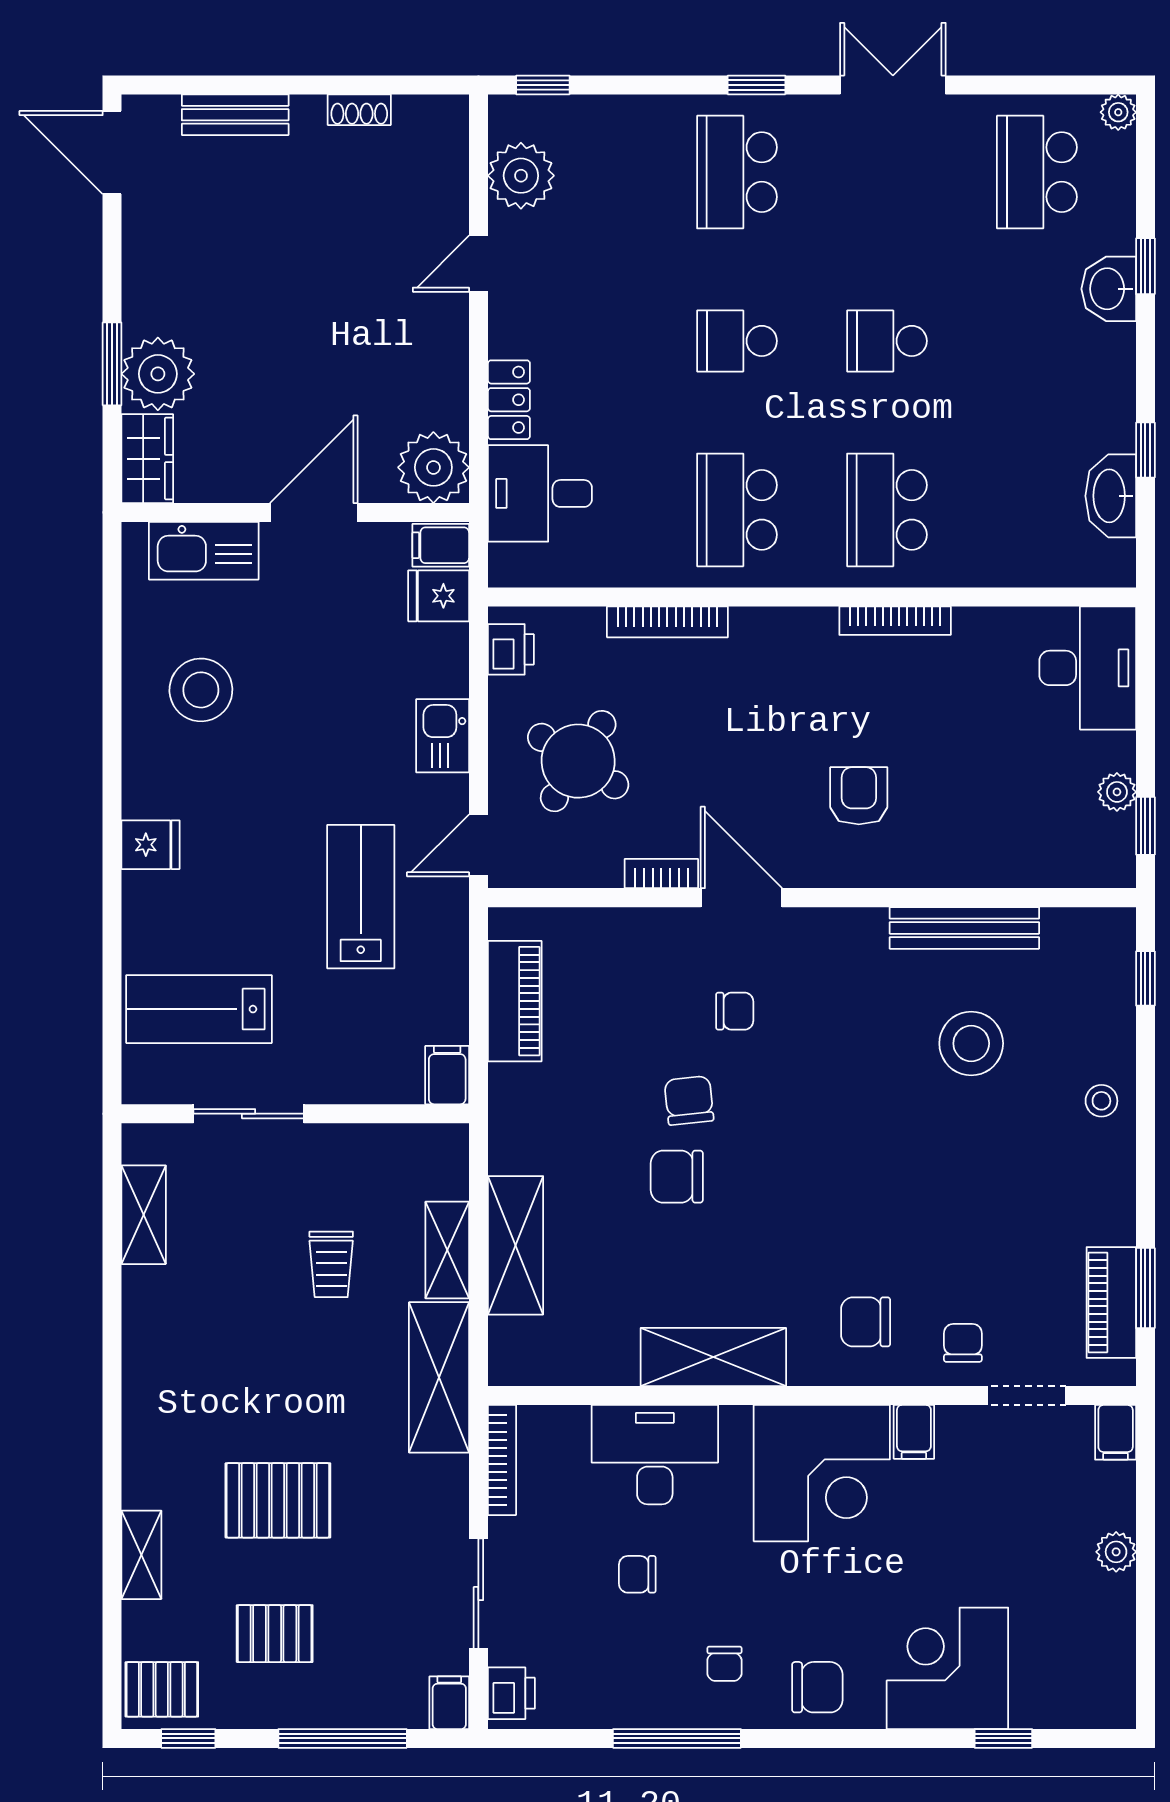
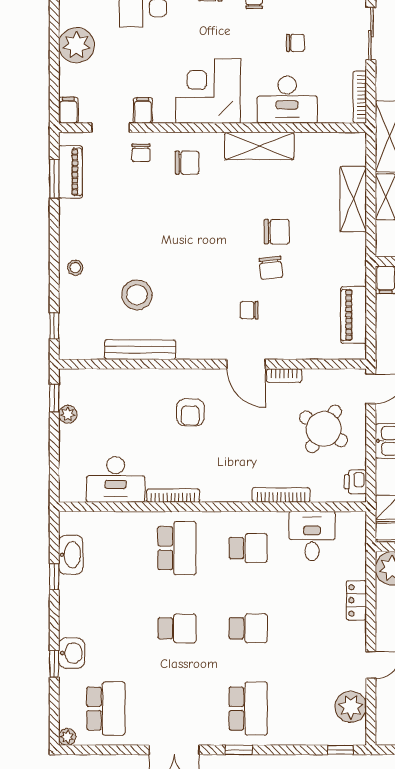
desk: (540, 493) -> (312, 536), moved, turned -90
school desk: (737, 510) -> (248, 548), width x0.54
desk: (1088, 668) -> (116, 479), moved, turned -90
filing cabinet: (914, 1432) -> (143, 110), moved
plant: (1116, 1552) -> (76, 45), width x1.87, depth x1.87

